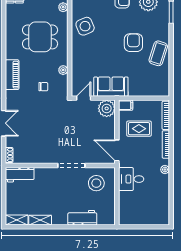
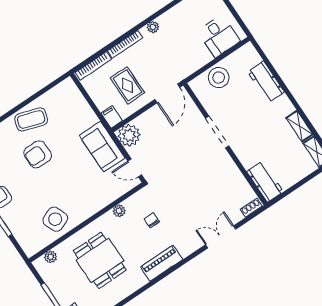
desk: (131, 179) -> (219, 36), moved
stool: (96, 183) -> (219, 78), moved

